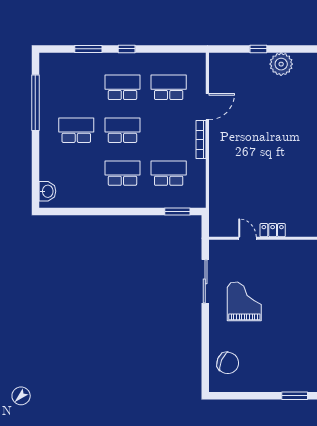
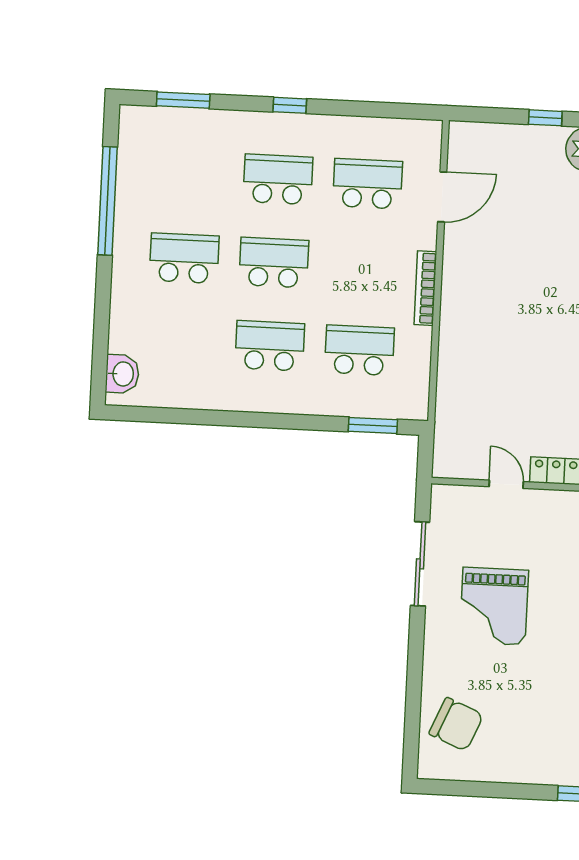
window: (88, 49) -> (183, 100), moved
door: (207, 107) -> (442, 197), moved
grand piano: (244, 301) -> (494, 606), turned 180

